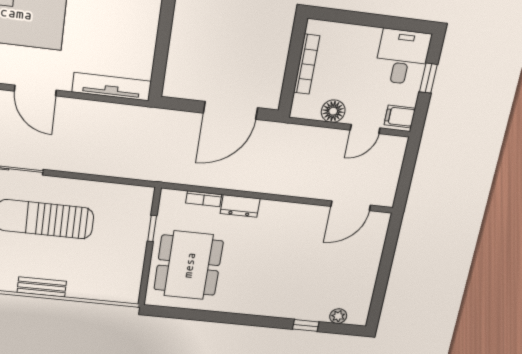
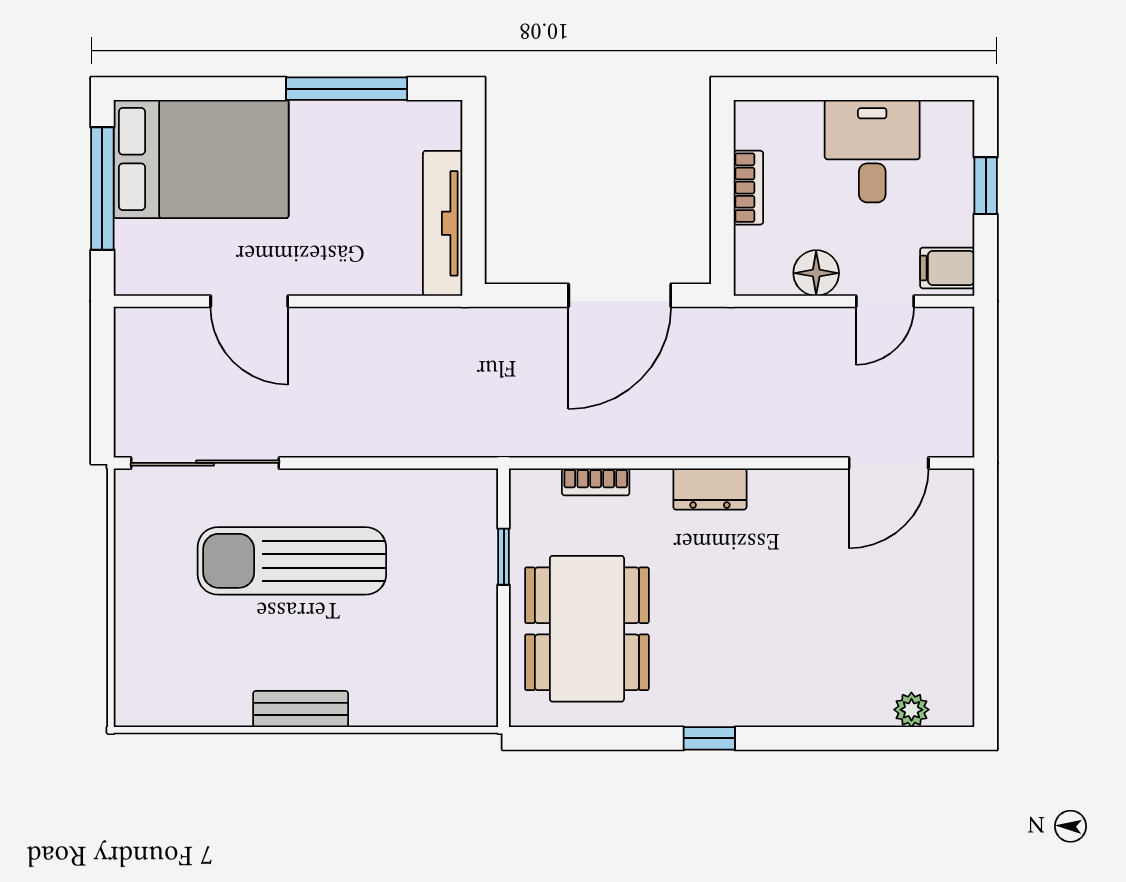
desk: (402, 57) -> (872, 151), moved
bookcase: (307, 64) -> (748, 188), width x0.64
tv unit: (112, 87) -> (443, 223), moved, turned -90
dresser: (240, 206) -> (710, 489), moved
window: (306, 325) -> (709, 738), moved

